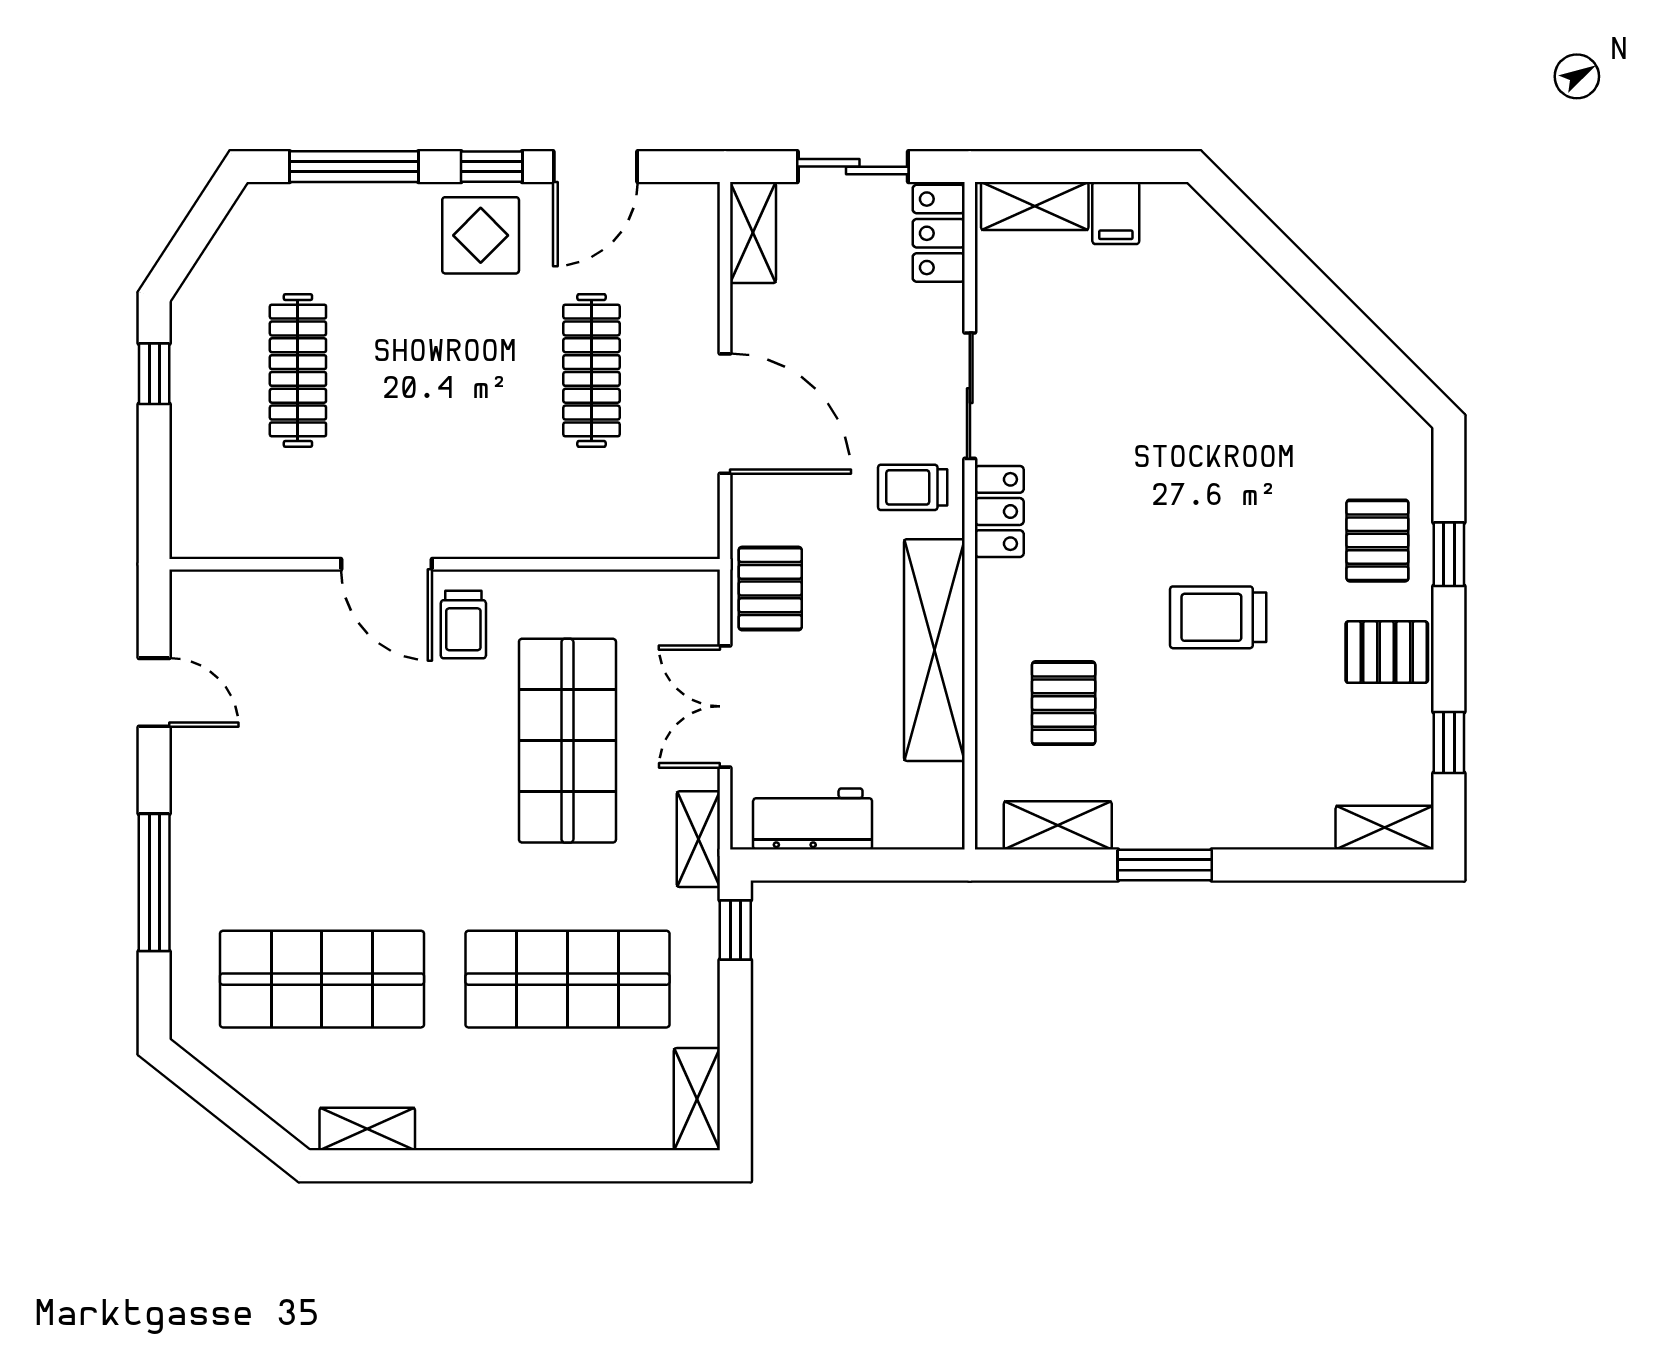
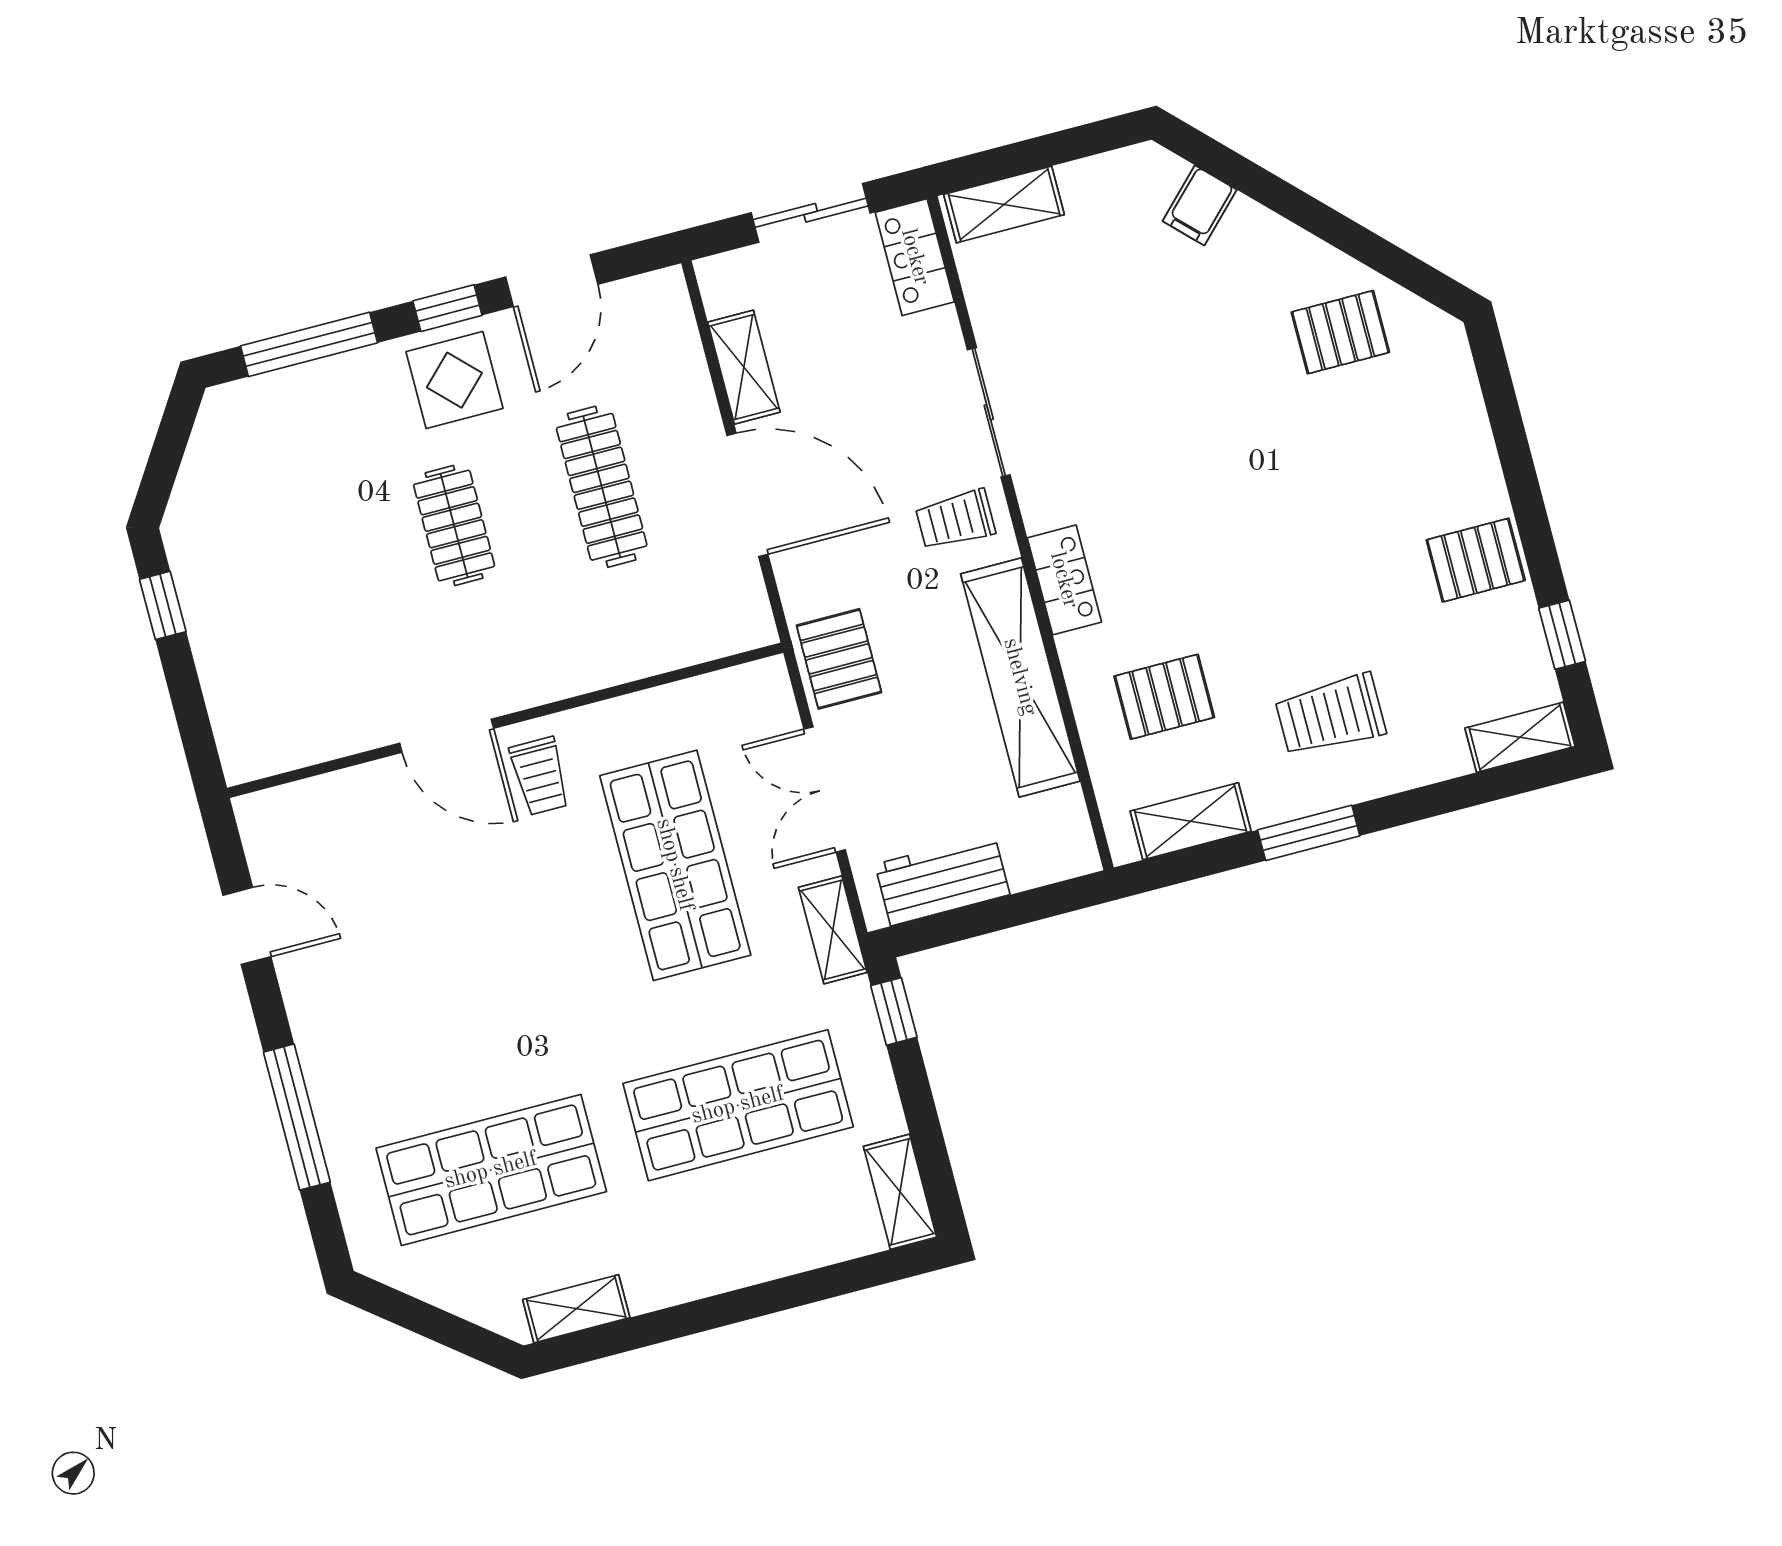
filing cabinet: (1116, 213) -> (1200, 205), moved, turned 45
shelving: (753, 233) -> (744, 367), moved
clothes rail: (298, 371) -> (454, 526), moved, width x0.73
locker: (999, 511) -> (1064, 580), moved
pallet: (1377, 541) -> (1340, 332), moved, turned 90
window: (1449, 554) -> (1512, 445), removed
trolley: (1218, 617) -> (1330, 715), moved
pallet: (1064, 703) -> (1164, 697), turned 90

